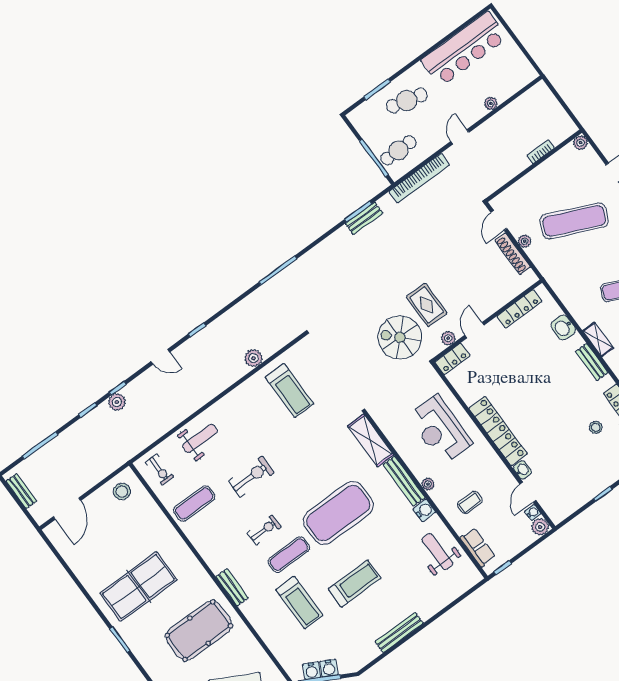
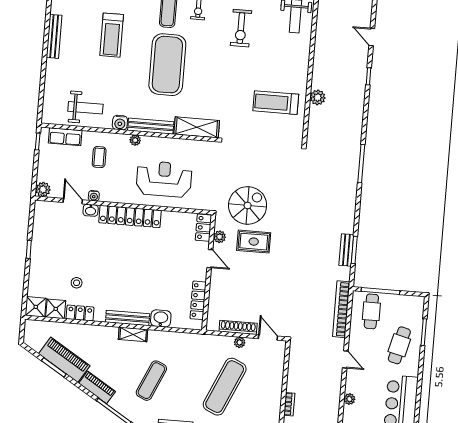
door: (160, 357) -> (372, 37), hinge flipped
bench: (592, 362) -> (128, 318), width x1.36
water cooler: (533, 512) -> (94, 196), moved

